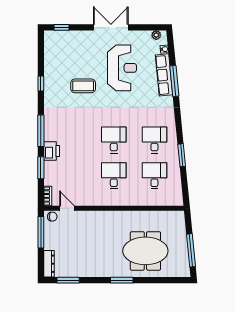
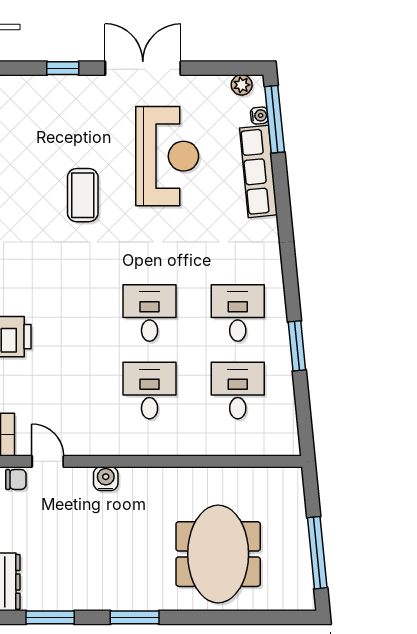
window: (61, 27) -> (63, 68), moved
window: (174, 81) -> (275, 119), moved
coffee table: (83, 86) -> (83, 195), turned 90
water cooler: (94, 216) -> (106, 479), added
meeting table: (145, 251) -> (218, 554), turned 90
window: (122, 280) -> (135, 617), moved

